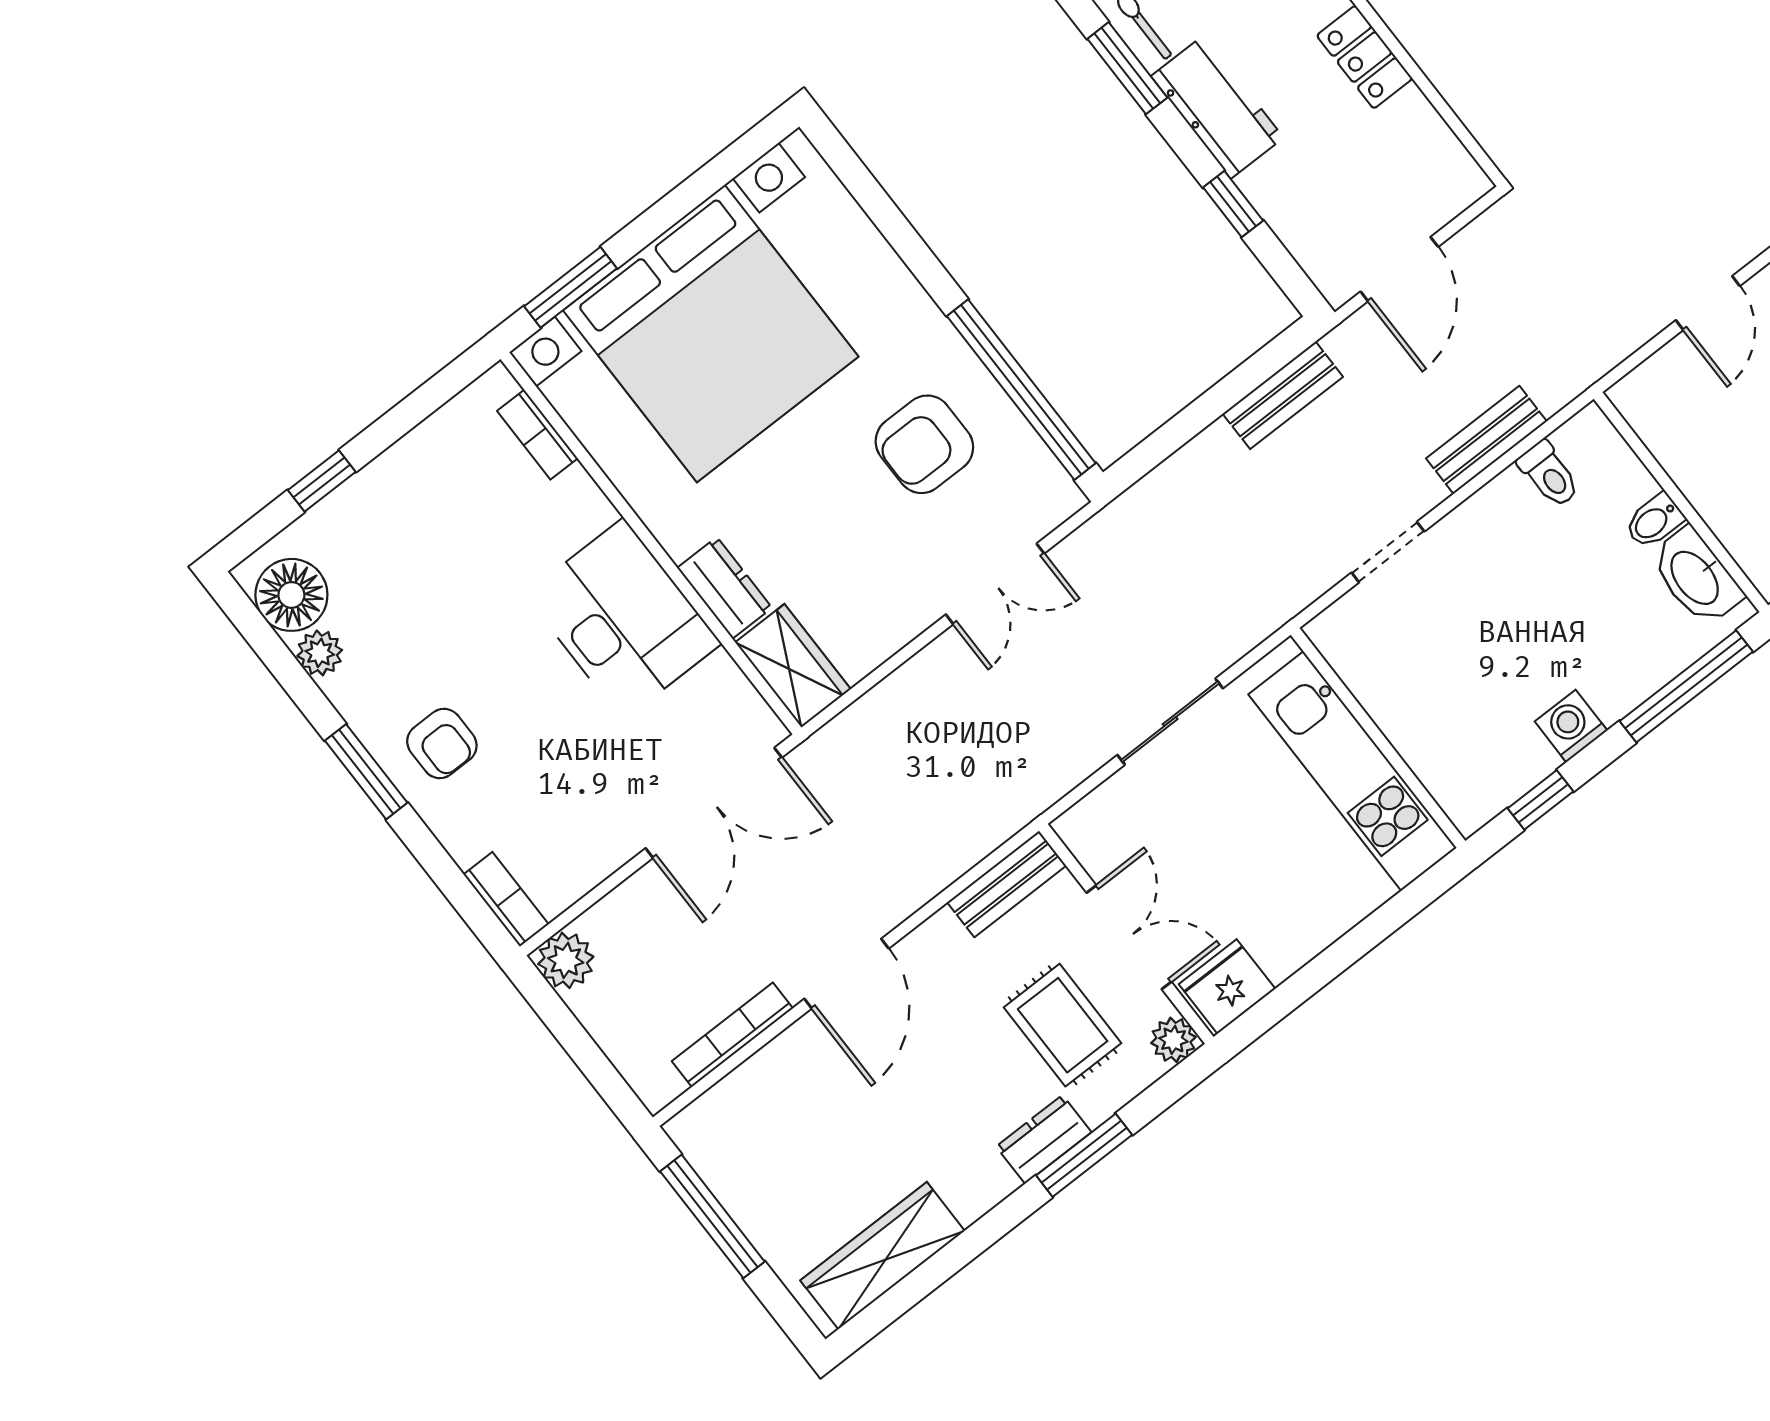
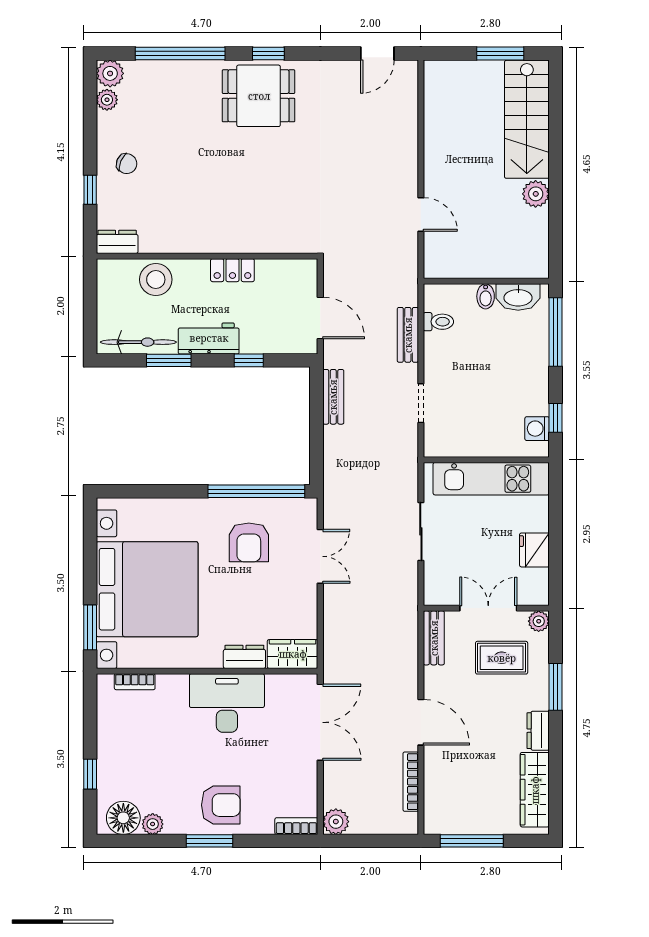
washing machine: (1571, 726) -> (537, 429), moved
armchair: (442, 743) -> (221, 805), width x1.38, depth x1.38
fridge: (1227, 987) -> (534, 550), moved
dresser: (1044, 1139) -> (538, 731), moved

